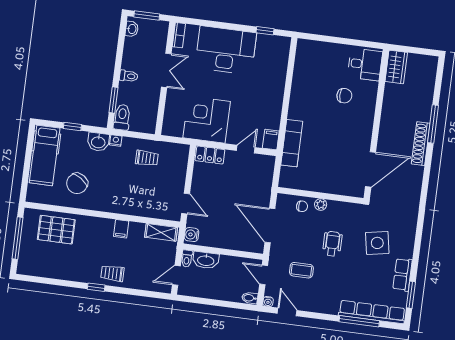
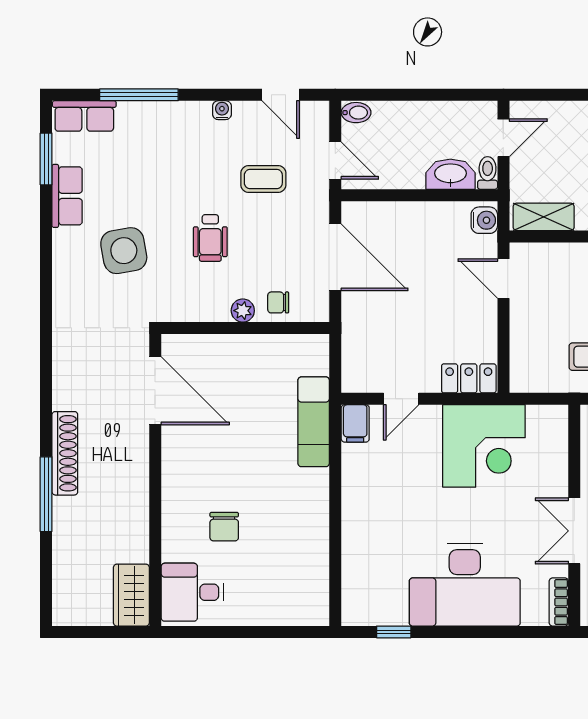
chair: (344, 96) -> (224, 527), turned -90
door: (371, 169) -> (155, 391), swing flipped
water cooler: (268, 302) -> (222, 110), moved
row of seats: (372, 312) -> (84, 116), width x0.50

